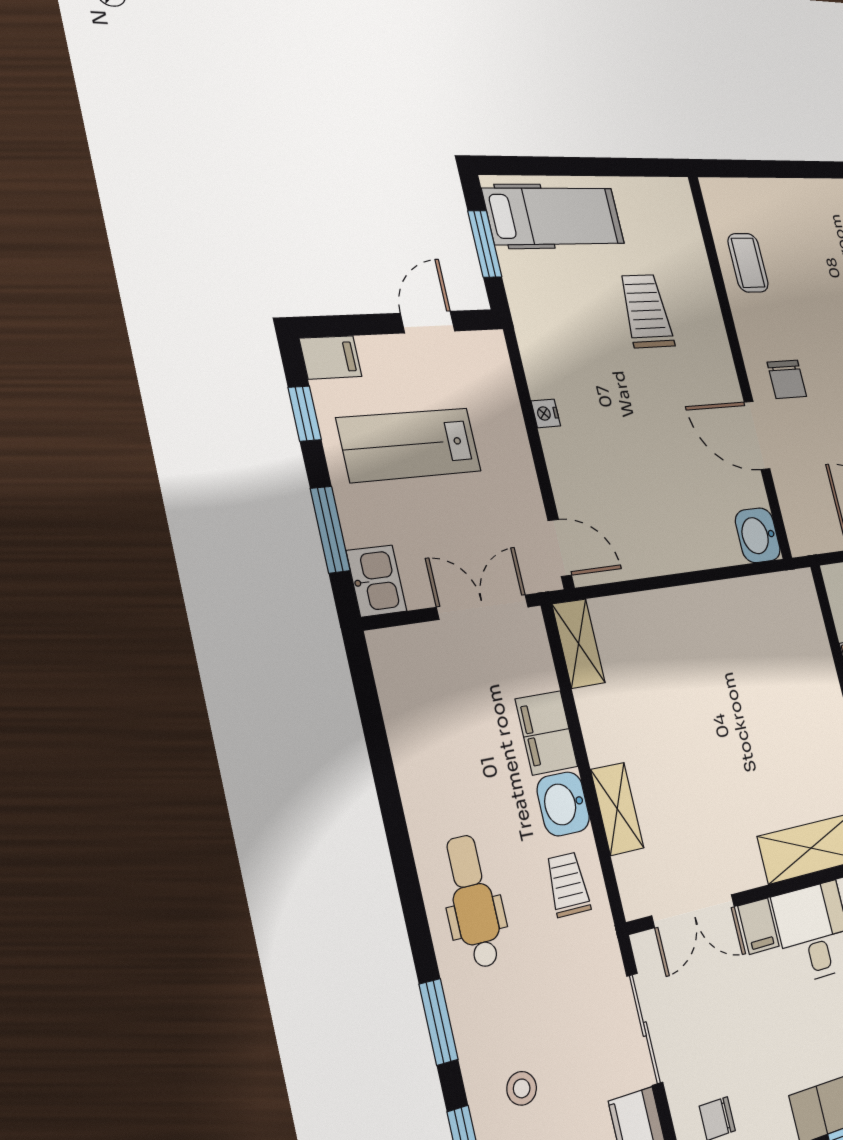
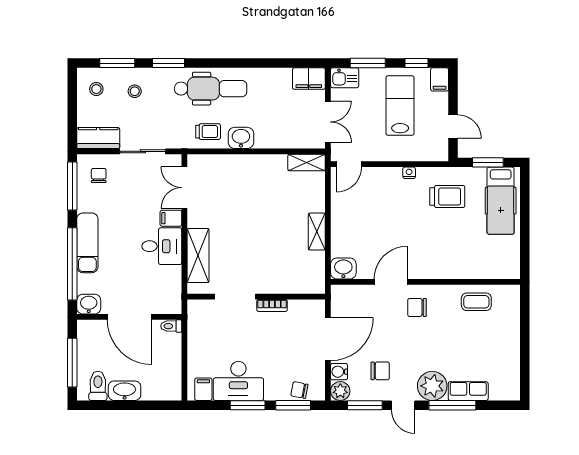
trolley: (646, 311) -> (447, 197), moved
filing cabinet: (546, 733) -> (309, 79), moved, turned 180
shelving: (617, 809) -> (317, 232), moved, turned 90
dental chair: (473, 901) -> (211, 89), width x1.36, depth x1.38

